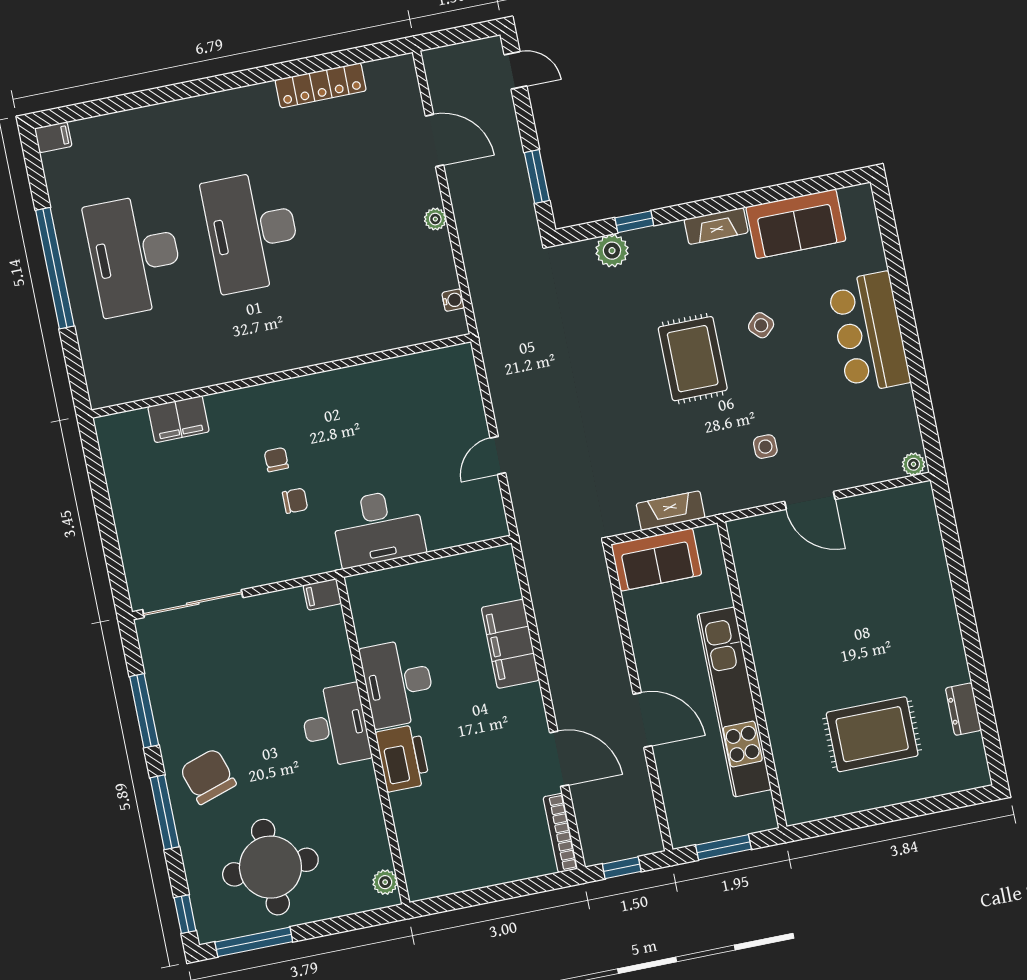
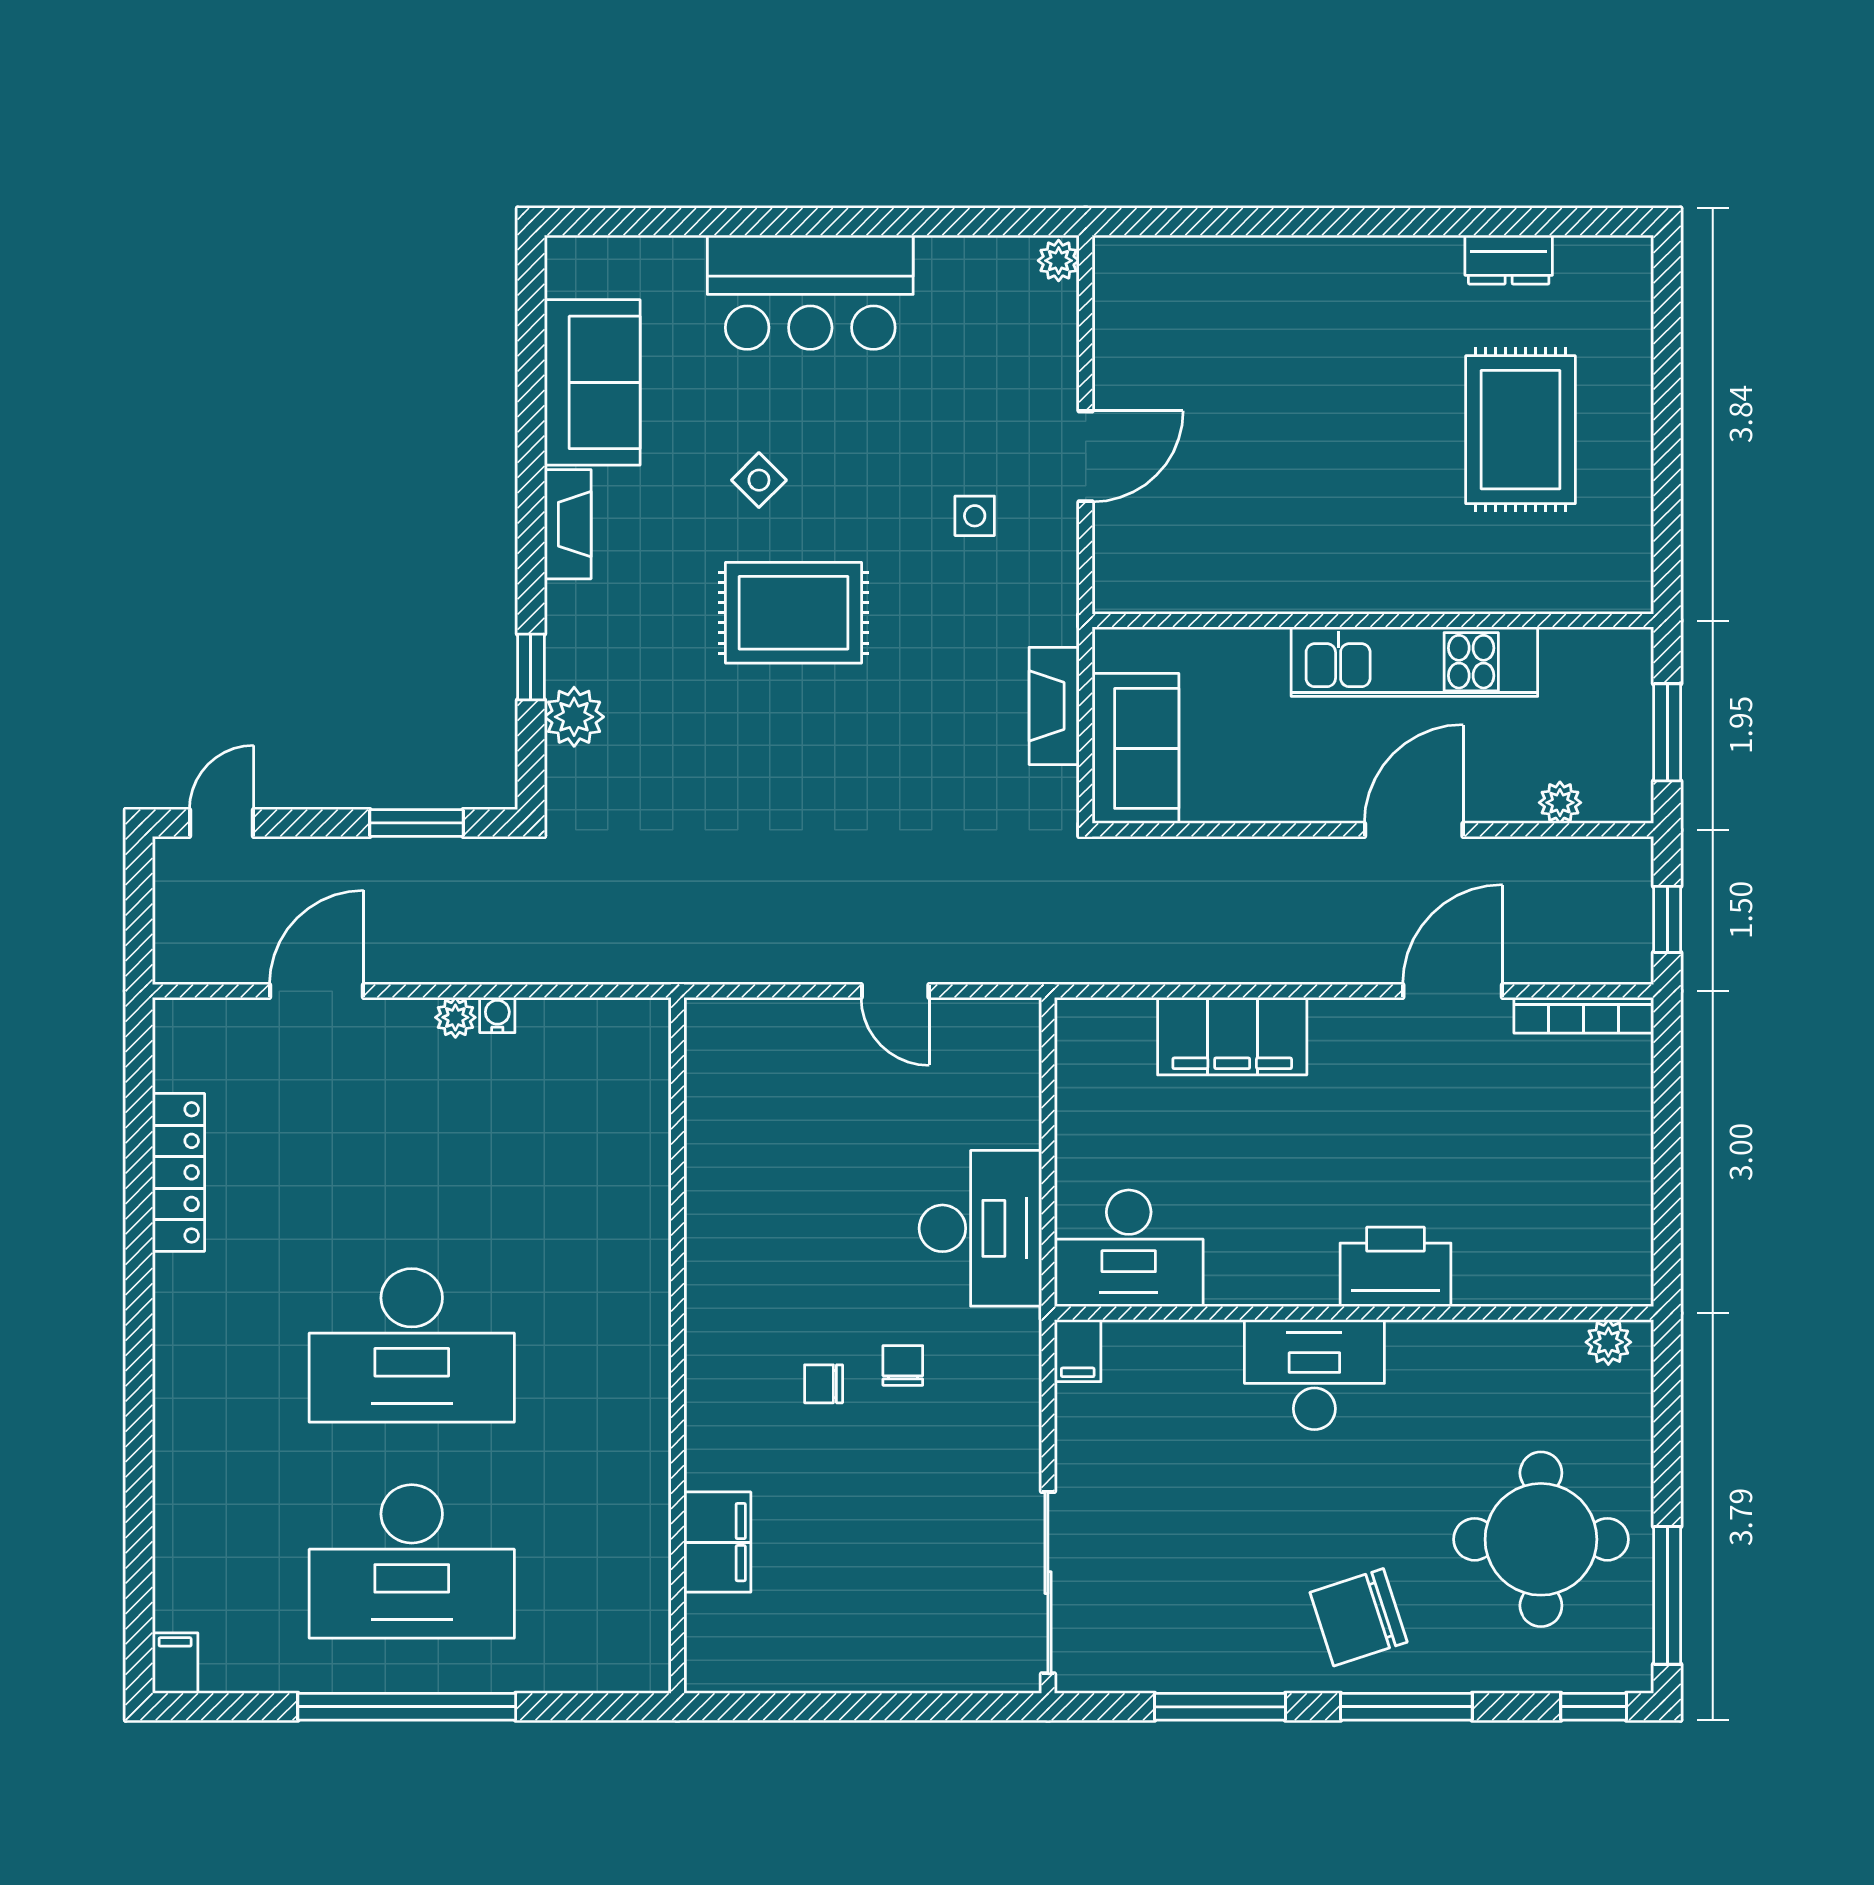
water cooler: (453, 300) -> (497, 1015), moved
desk: (398, 683) -> (1129, 1248), moved
kitchen unit: (734, 702) -> (1414, 662), width x0.73
plant: (673, 797) -> (1560, 803), added

